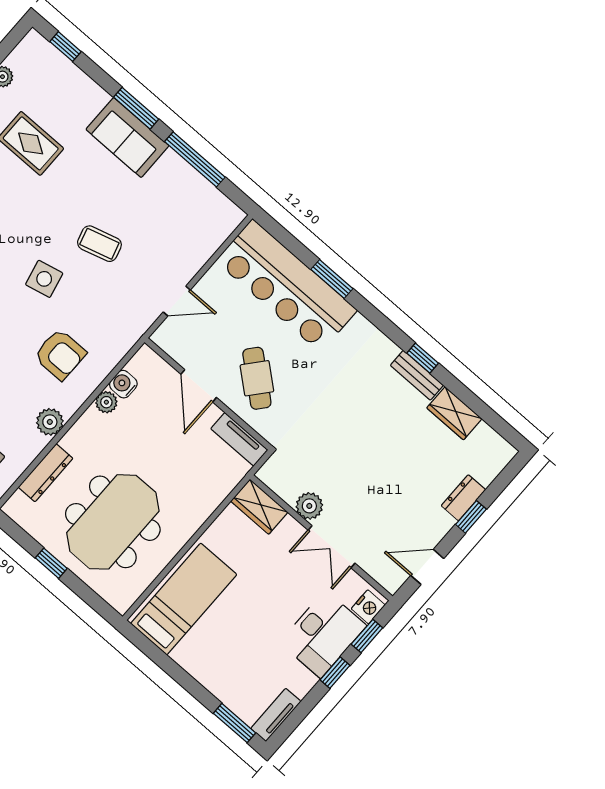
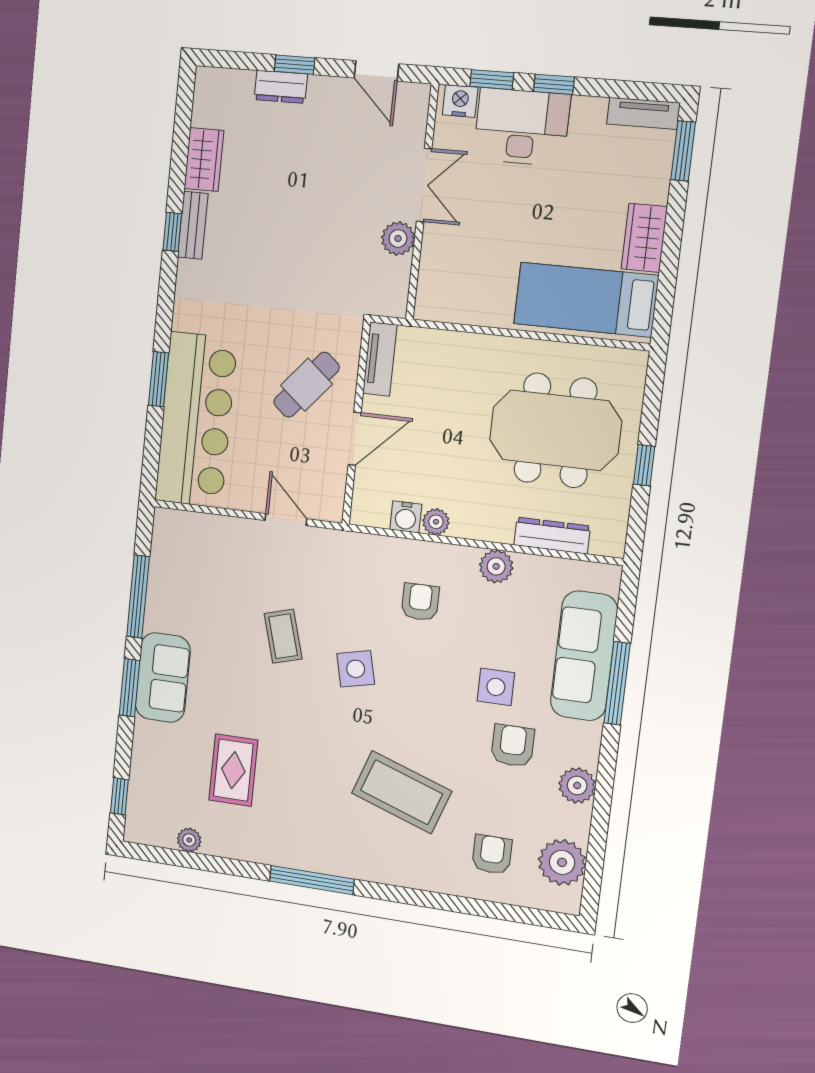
armchair: (60, 354) -> (420, 602), width x0.72, depth x0.72
wardrobe: (259, 507) -> (644, 238), moved, turned 180

